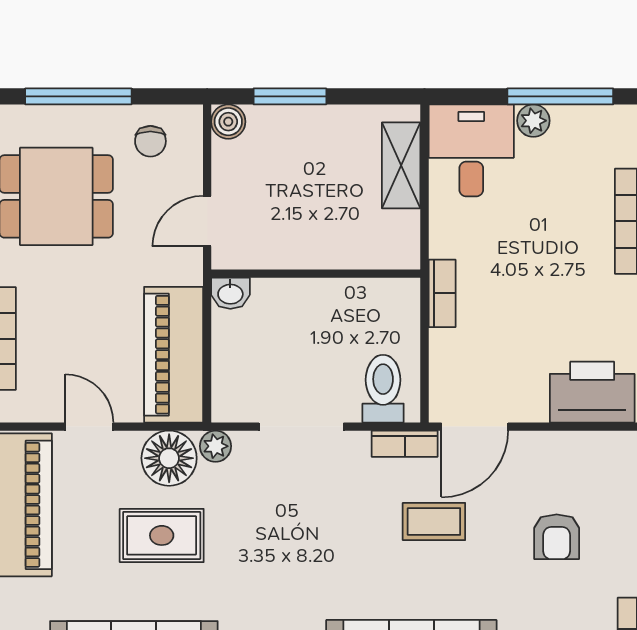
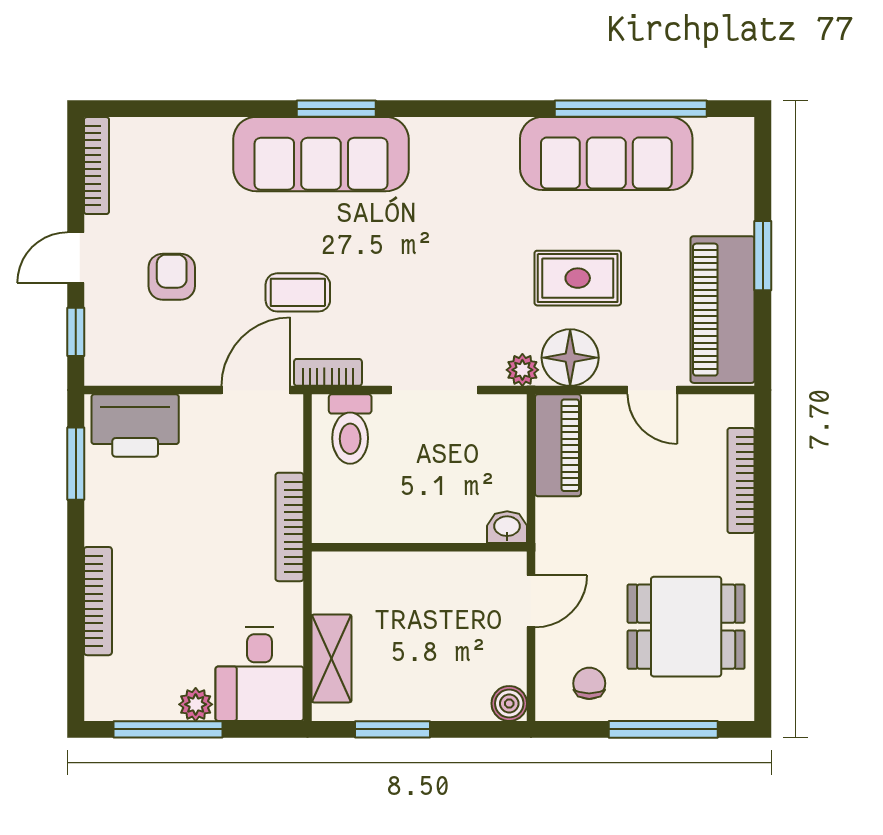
window: (290, 96) -> (392, 729), moved
bookcase: (442, 293) -> (289, 527), width x1.56
piano: (174, 355) -> (558, 445), width x0.73, depth x0.75

